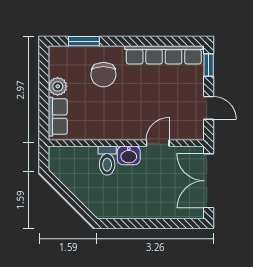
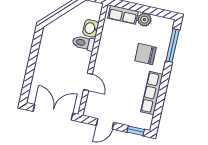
window: (84, 41) -> (173, 46), width x1.44
row of seats: (164, 55) -> (152, 93), width x0.73
washbasin: (129, 155) -> (91, 28), moved

